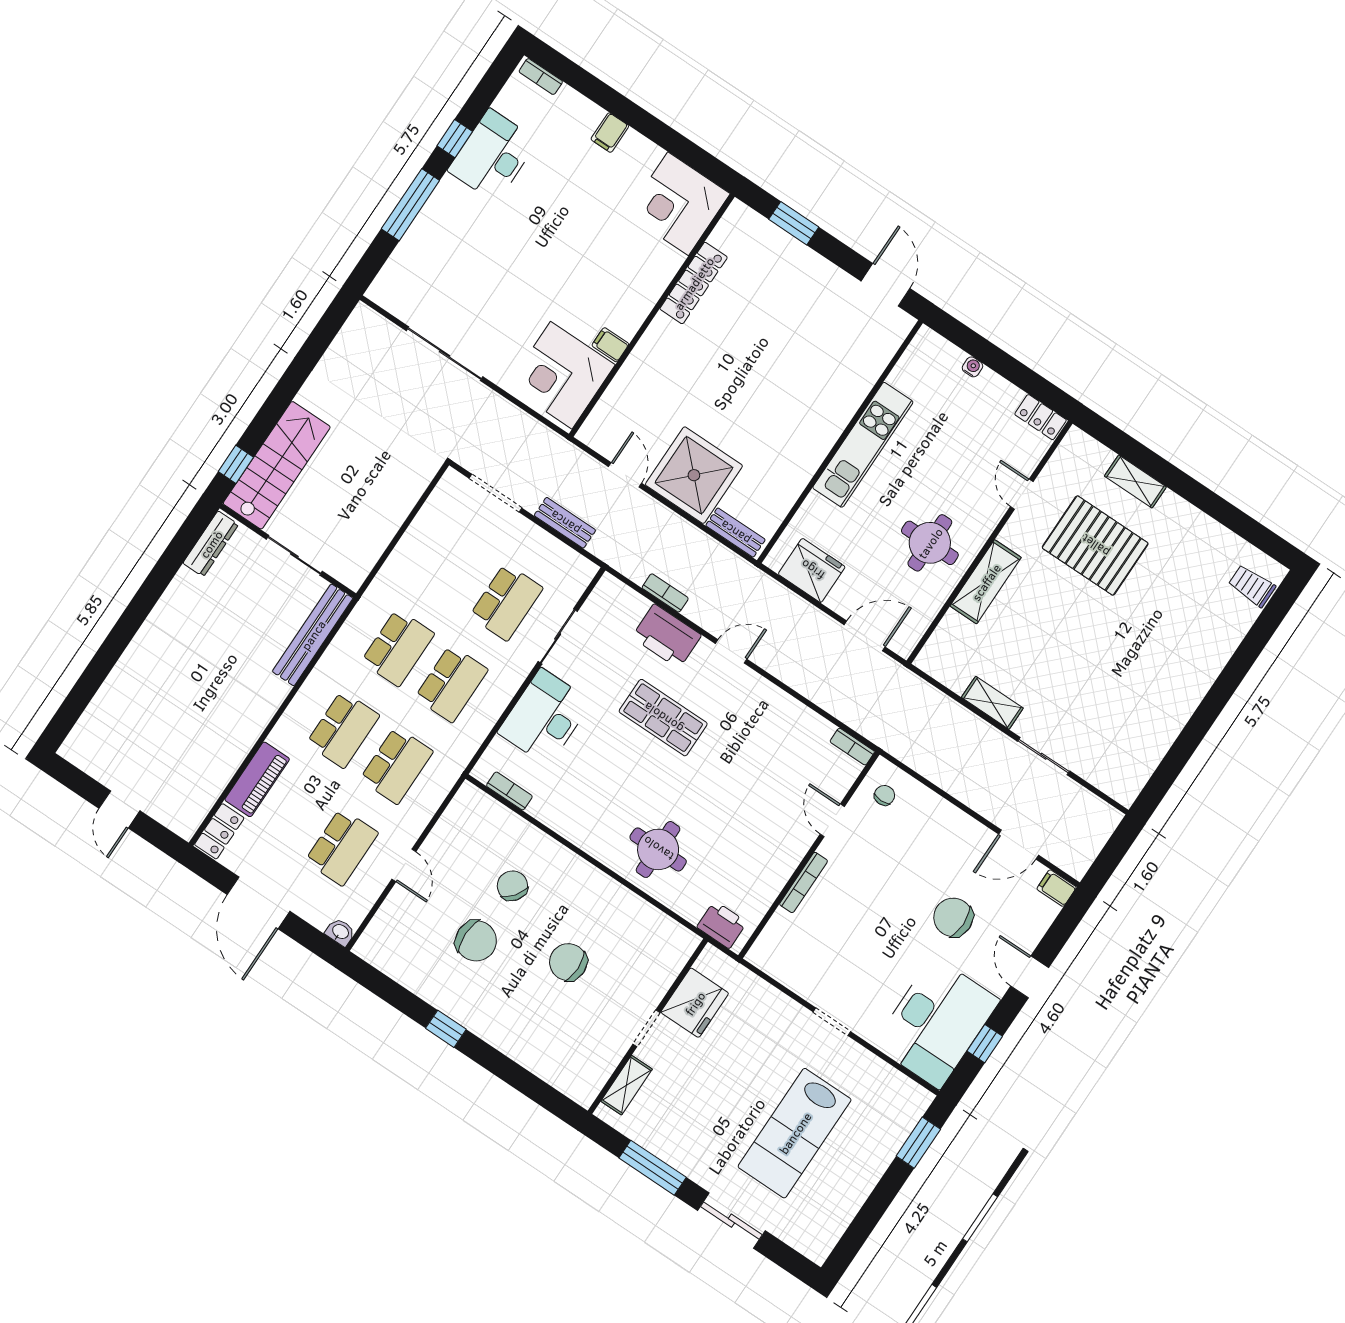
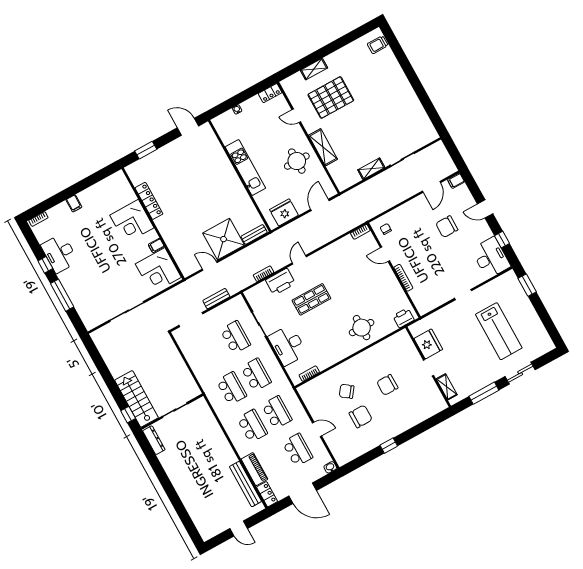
corner desk: (678, 204) -> (132, 221), moved
bench: (313, 635) -> (245, 484), moved
desk: (936, 1022) -> (491, 258), width x0.73, depth x0.77

